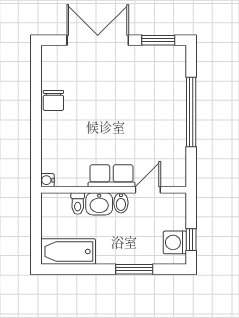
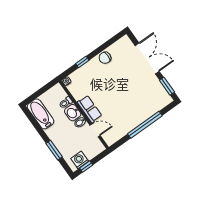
window: (36, 138) -> (82, 62), added

